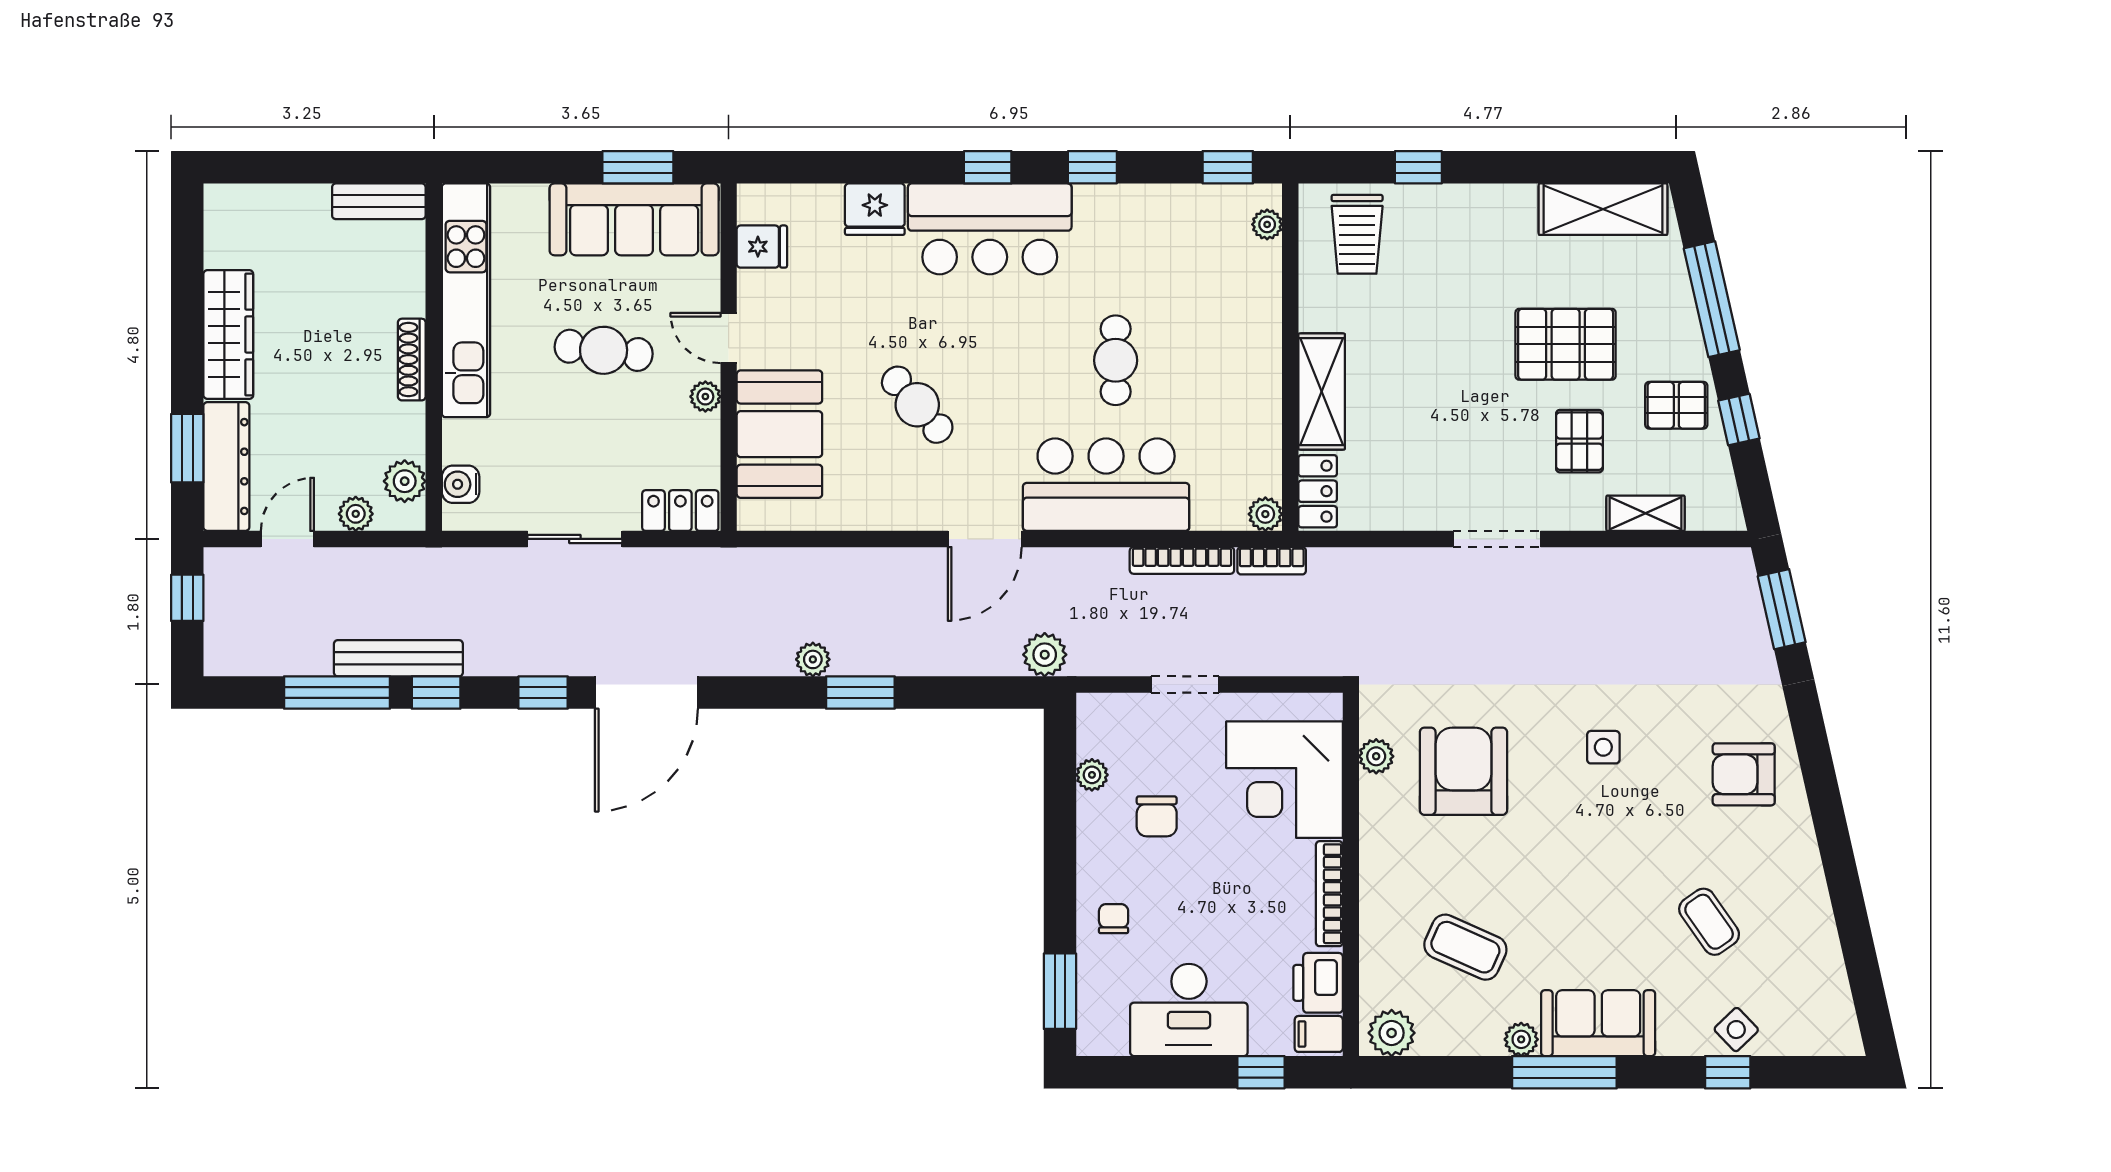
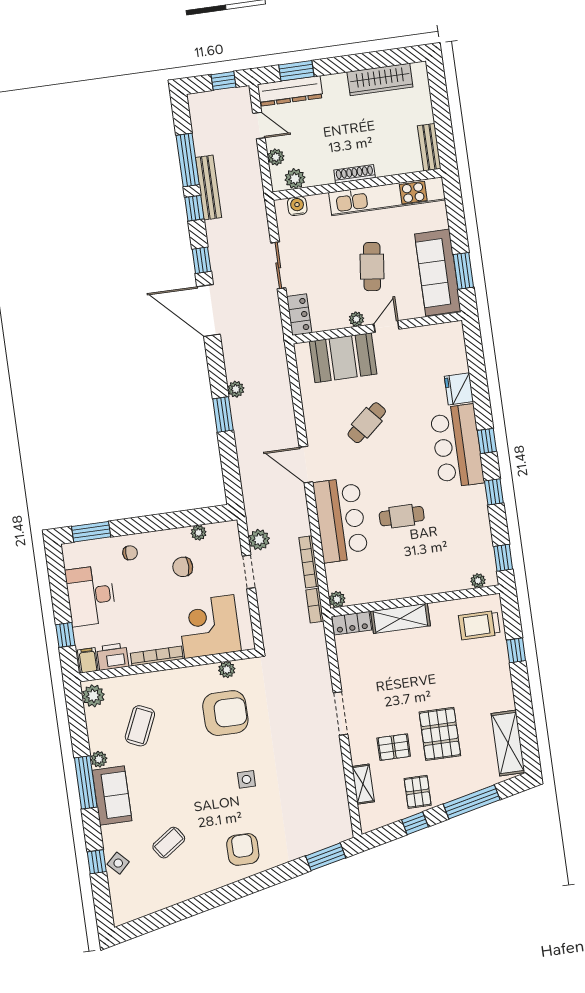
fridge: (762, 247) -> (433, 337), removed
wardrobe: (228, 335) -> (380, 79), moved
plant: (1045, 655) -> (259, 540), moved

